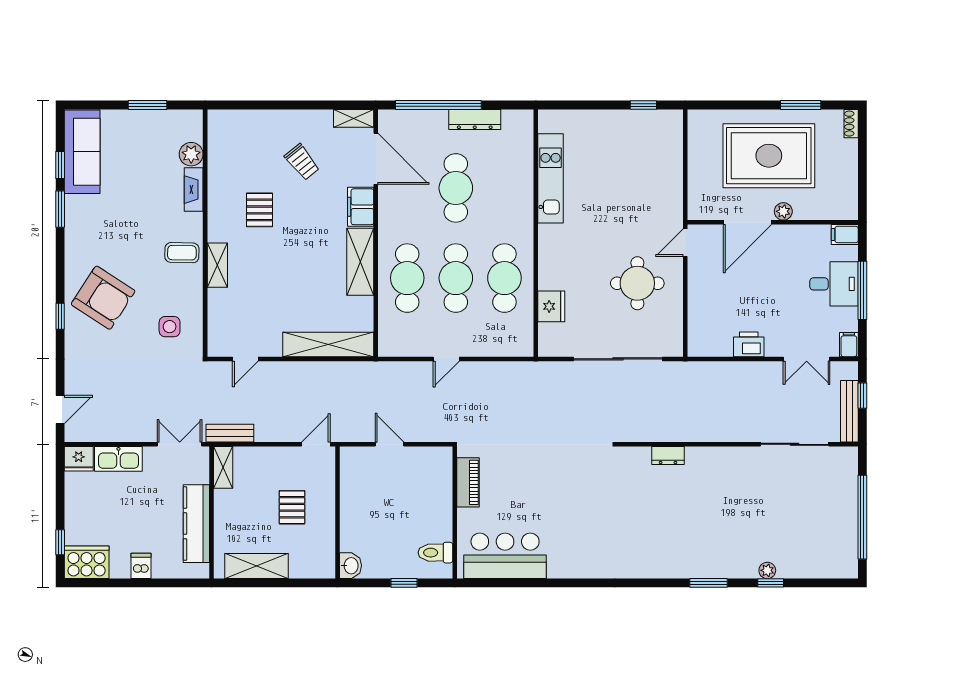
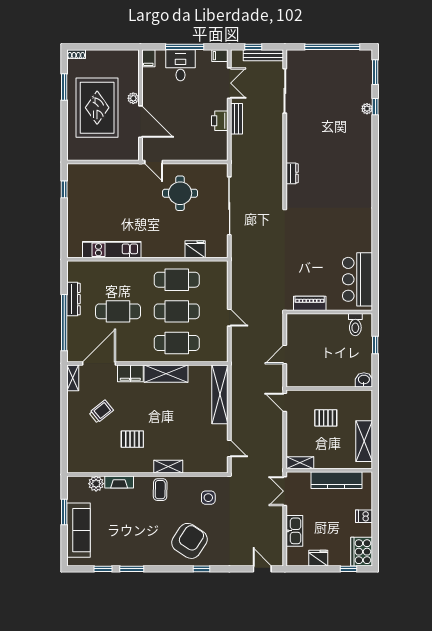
sofa: (82, 152) -> (78, 530), moved, turned 90
bench: (230, 433) -> (237, 119), moved
fridge: (79, 459) -> (318, 558), moved, turned -90
window: (708, 583) -> (375, 72), moved

